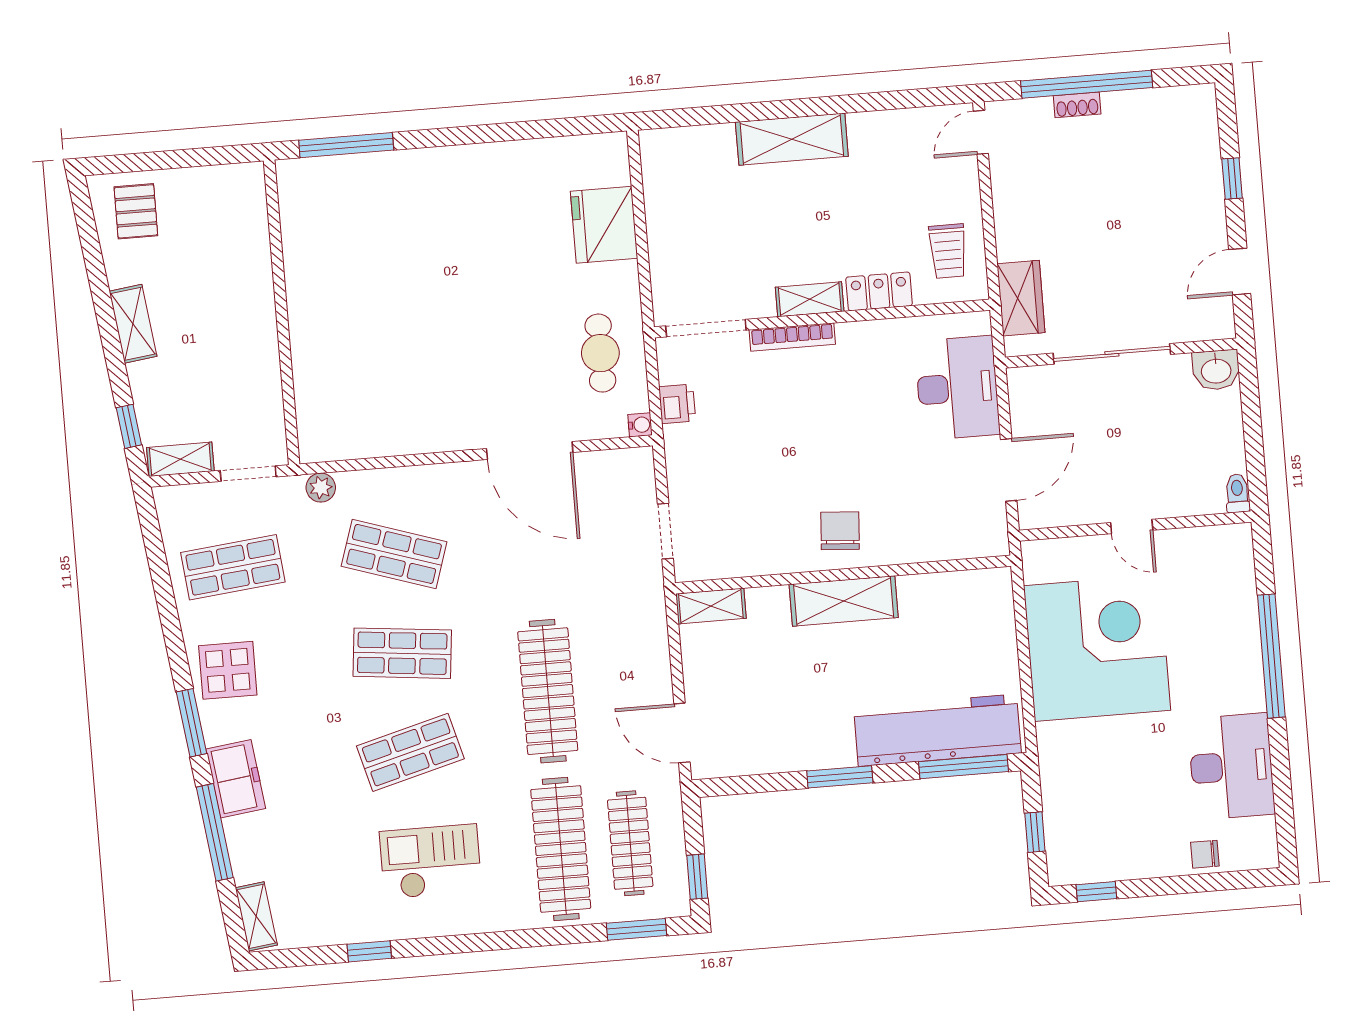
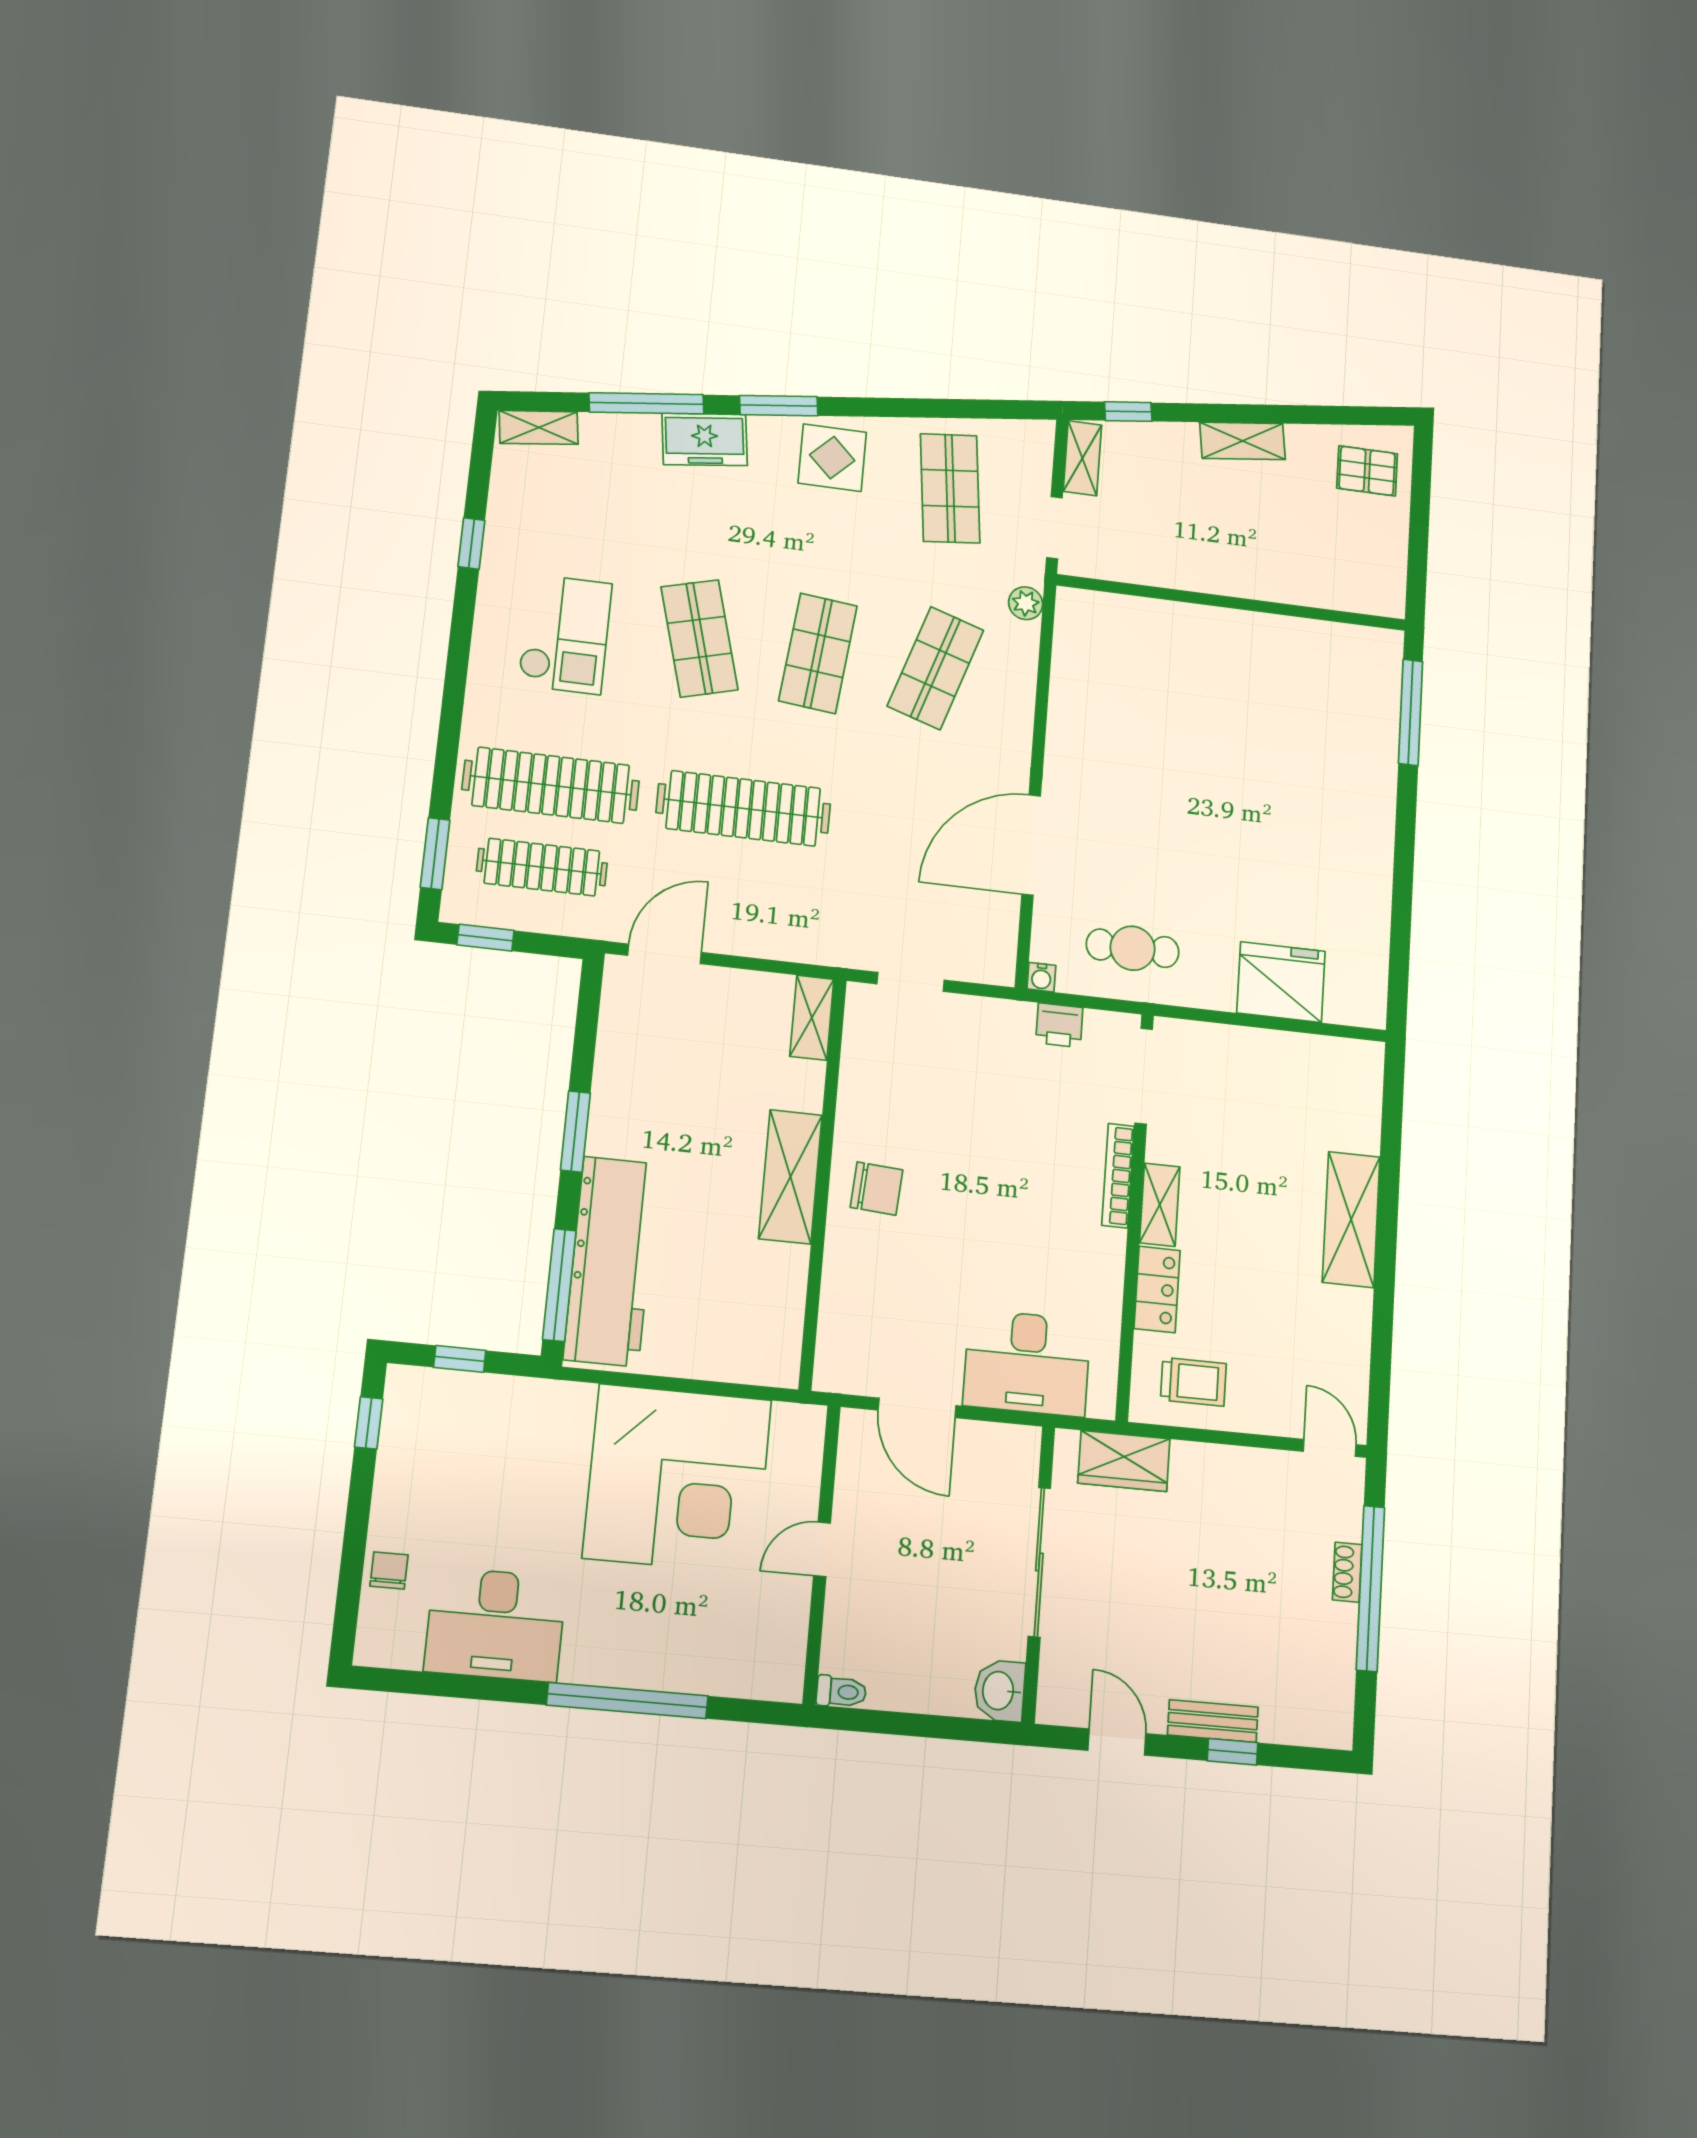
bench: (1211, 198) -> (1213, 1721), added
trolley: (948, 251) -> (1193, 1382), turned 180

